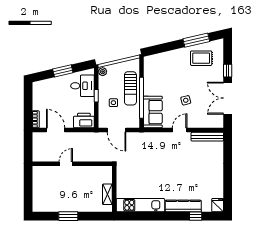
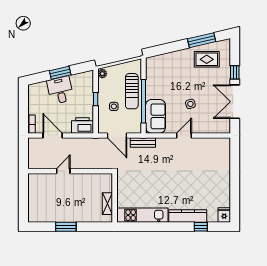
desk: (82, 86) -> (60, 90), moved, turned -103
bench: (207, 137) -> (143, 142), moved, width x0.73

